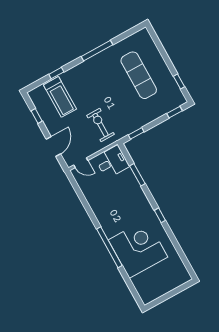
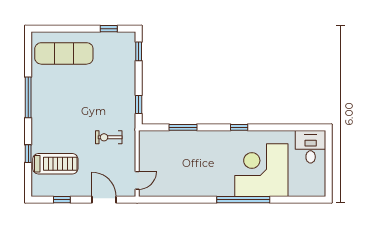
exercise mat: (139, 75) -> (64, 53), moved
exercise bike: (100, 125) -> (109, 137), width x0.73, depth x0.72
desk: (112, 162) -> (311, 147), moved

